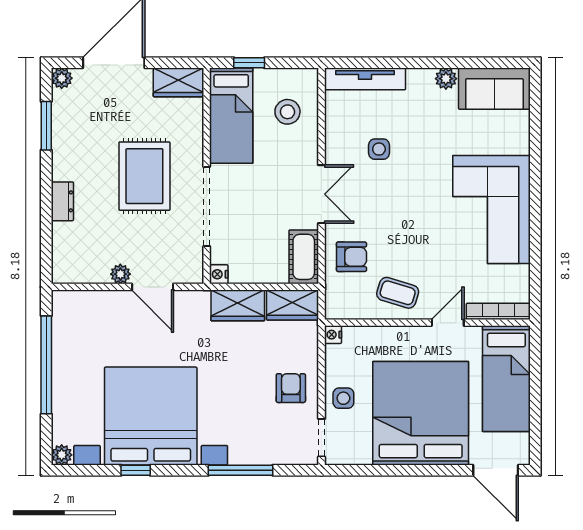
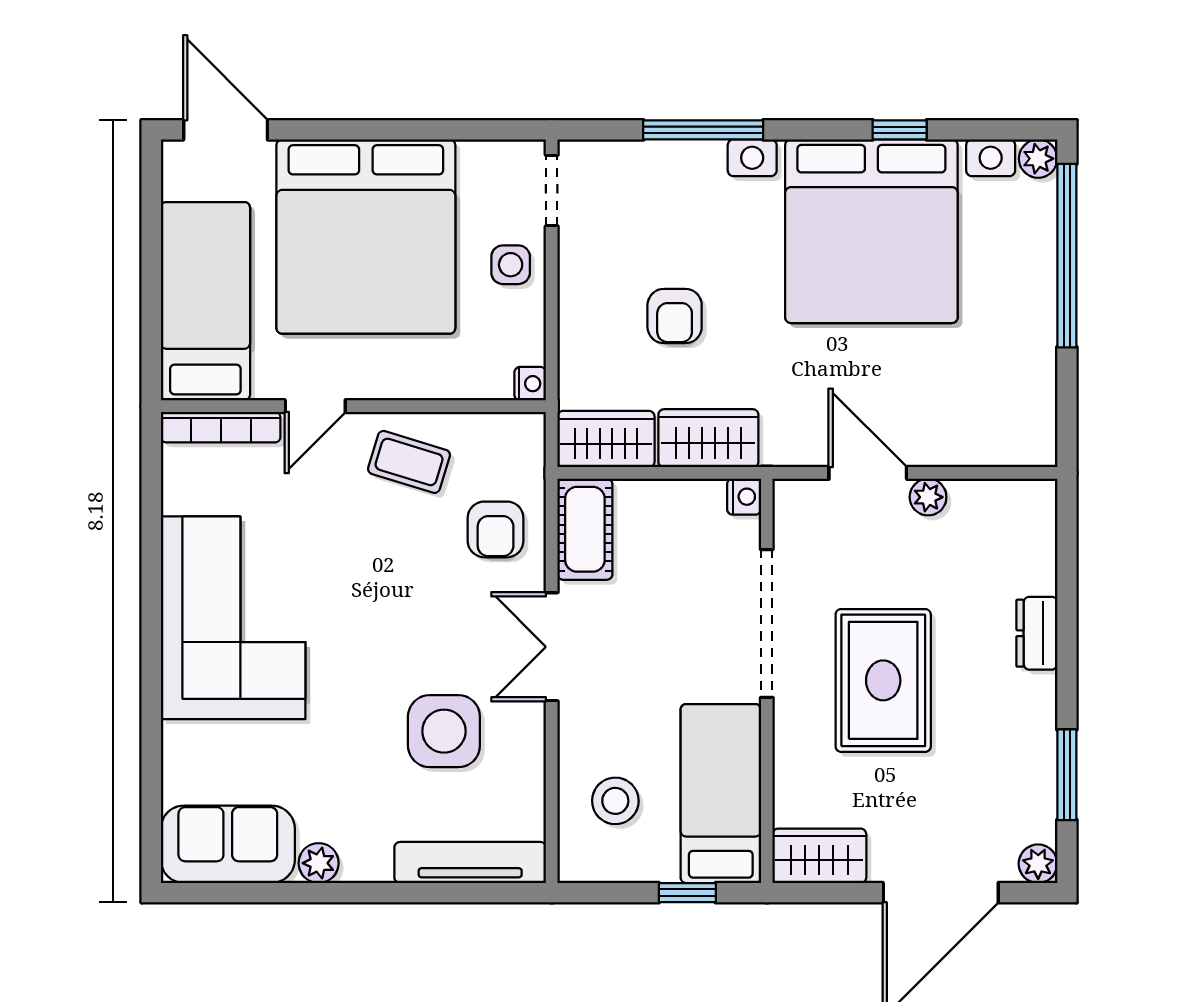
side table: (379, 149) -> (444, 731), width x1.87, depth x1.87
armchair: (351, 257) -> (496, 529), turned -90
window: (46, 365) -> (1067, 256), moved
armchair: (291, 388) -> (675, 316), moved

